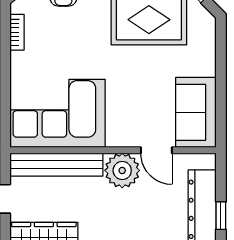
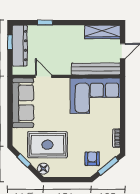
sofa: (196, 112) -> (23, 103), width x1.36
plant: (122, 170) -> (61, 66), removed

